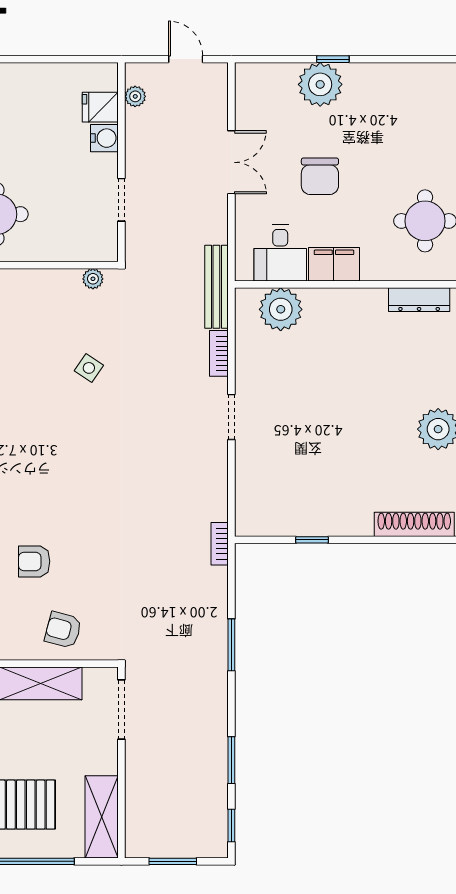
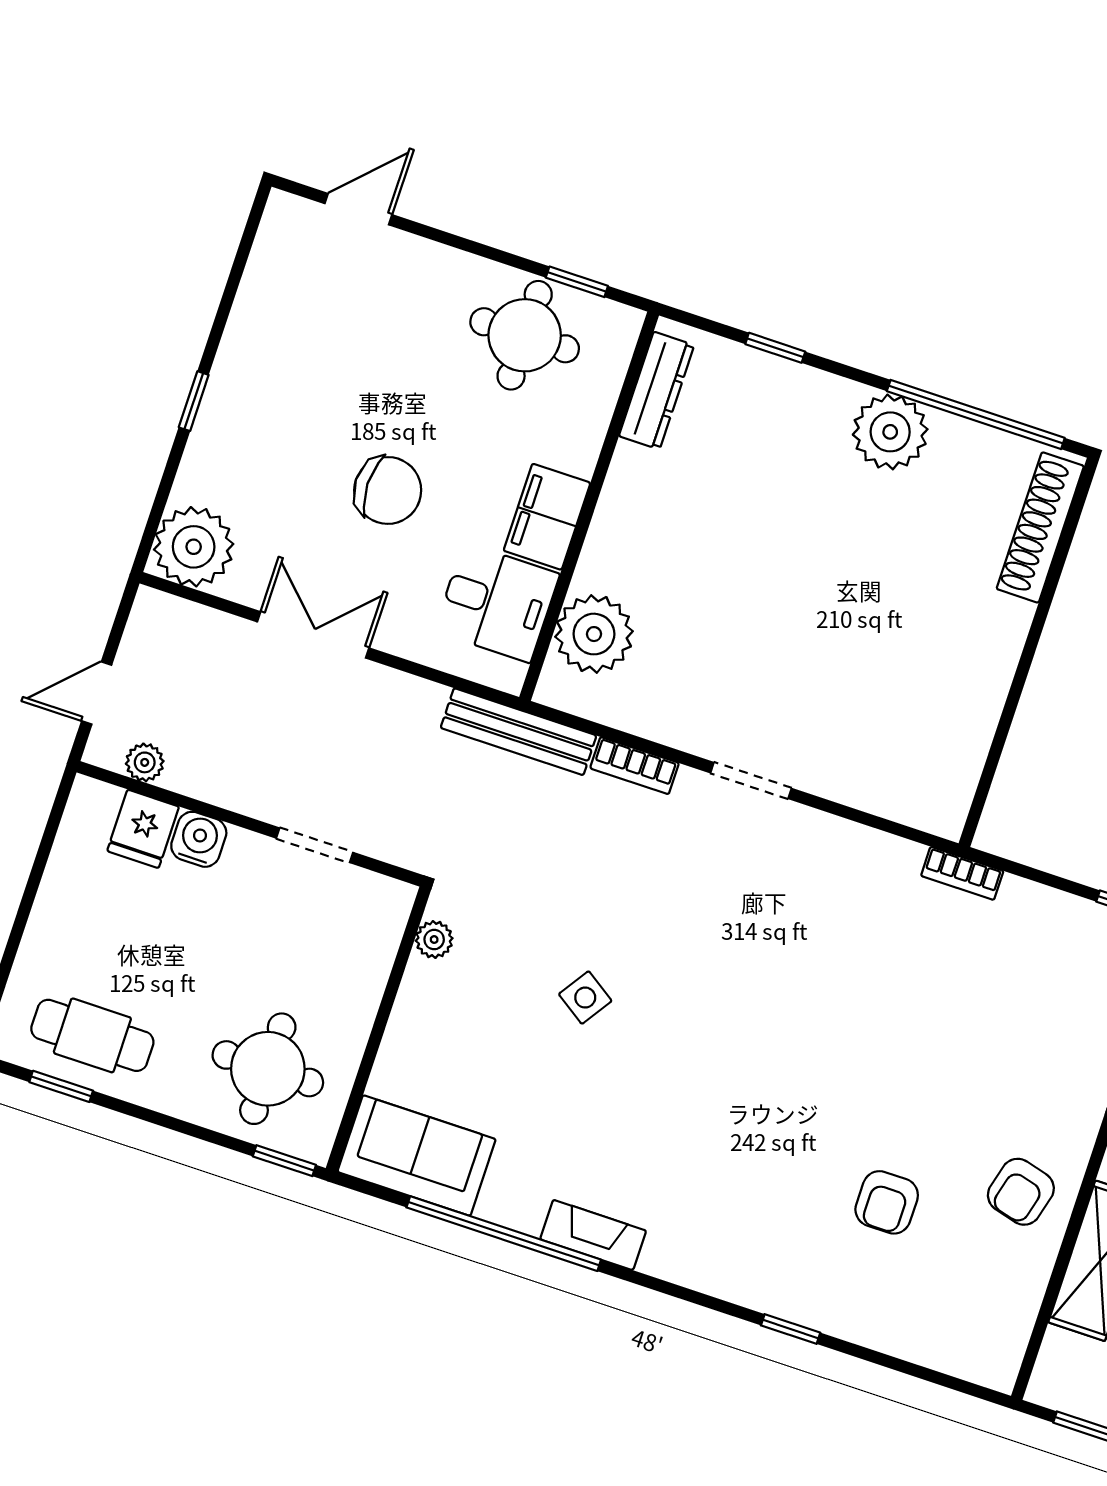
door: (186, 59) -> (97, 693), moved
plant: (320, 84) -> (194, 547), moved
window: (312, 540) -> (1009, 712), removed

